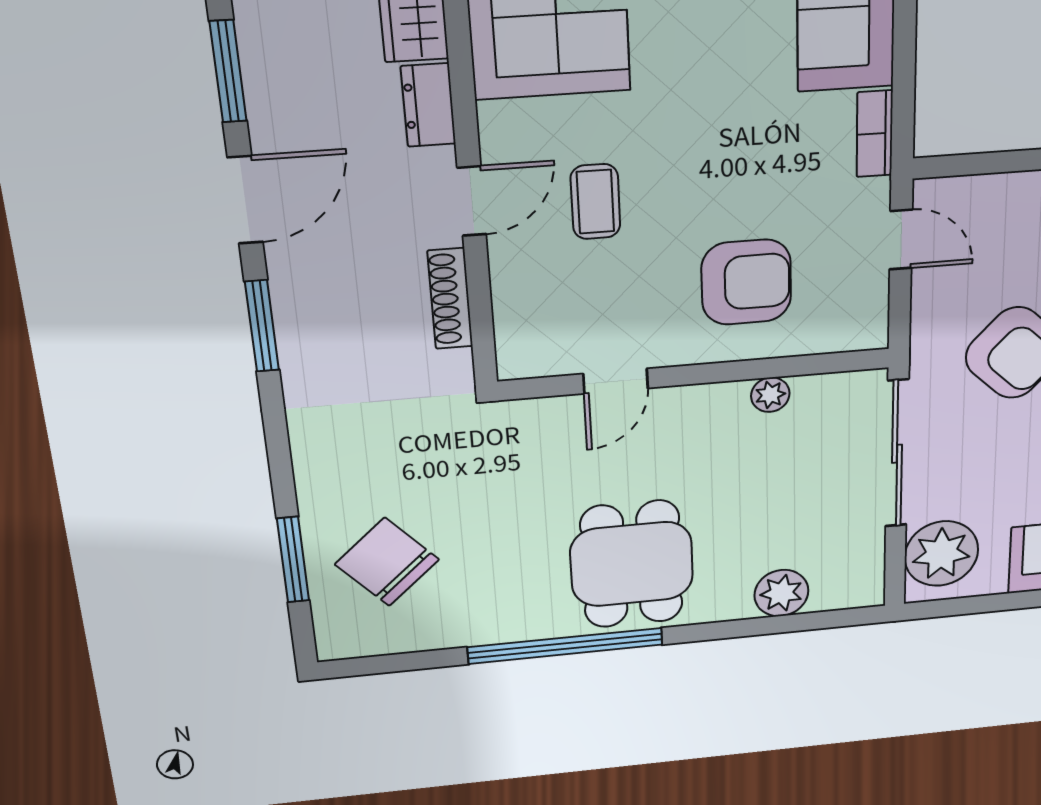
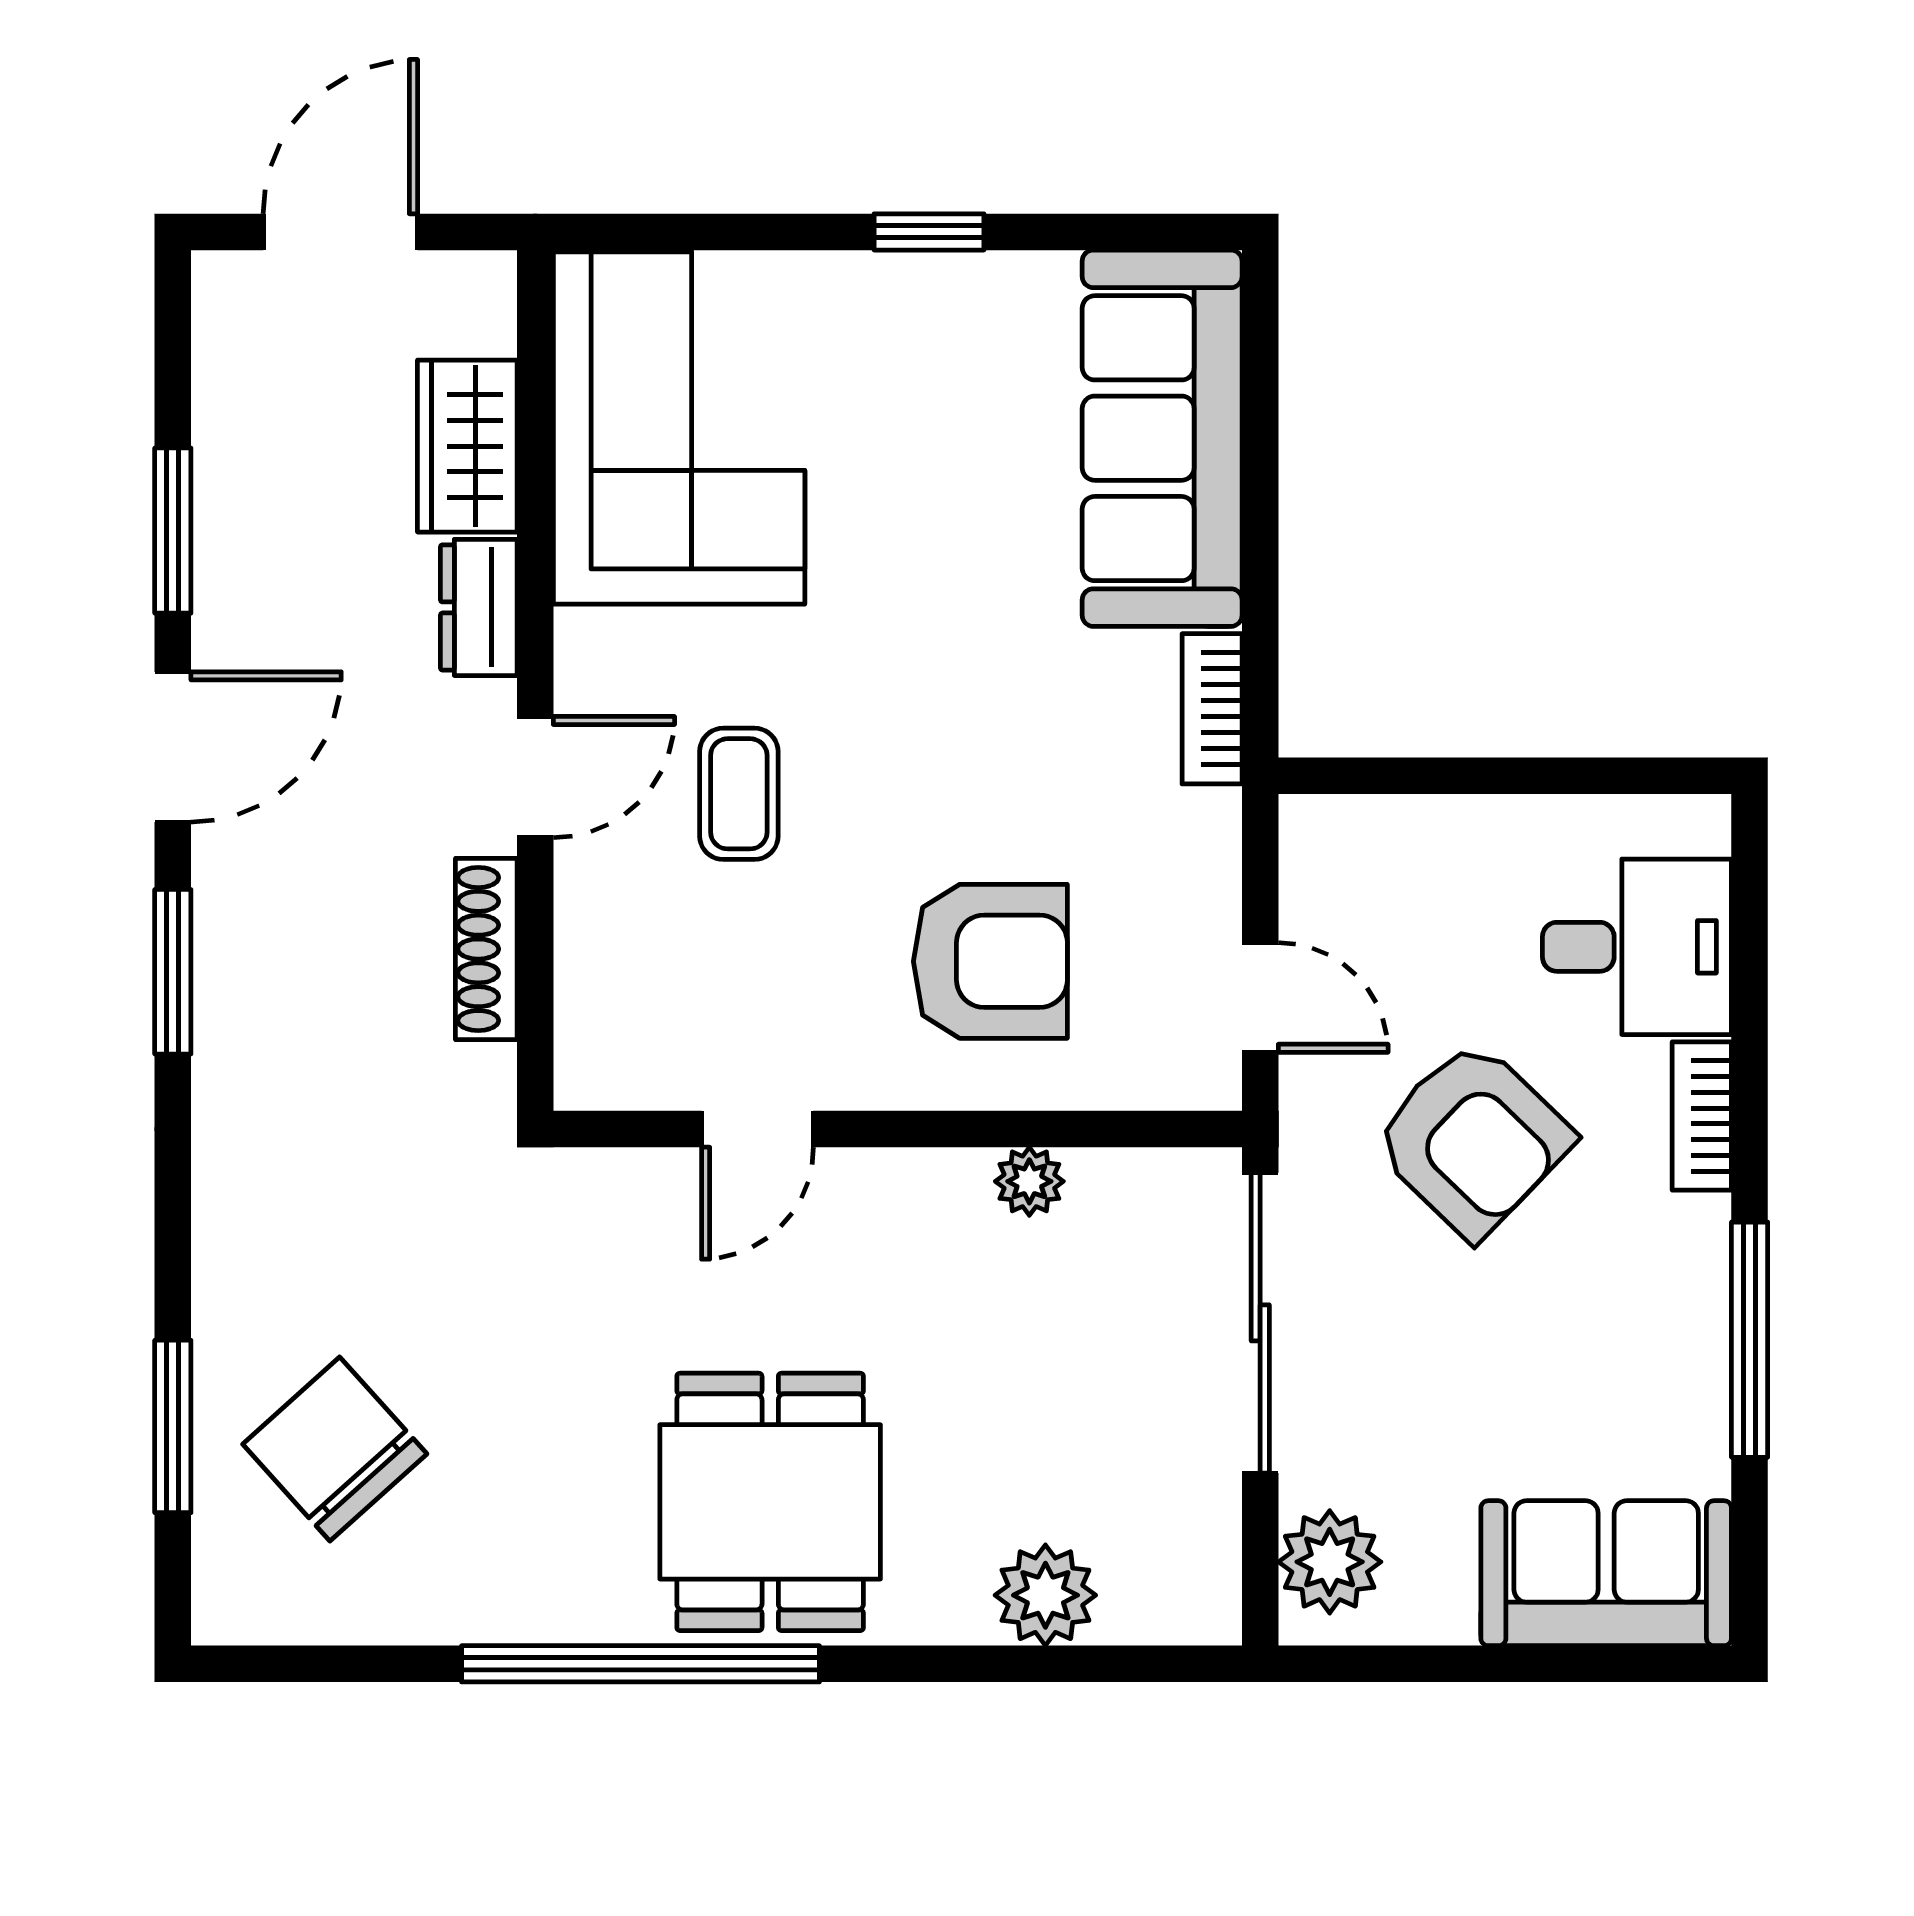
door: (901, 240) -> (1260, 997), moved
plant: (941, 554) -> (1330, 1562), width x0.73, depth x0.73

